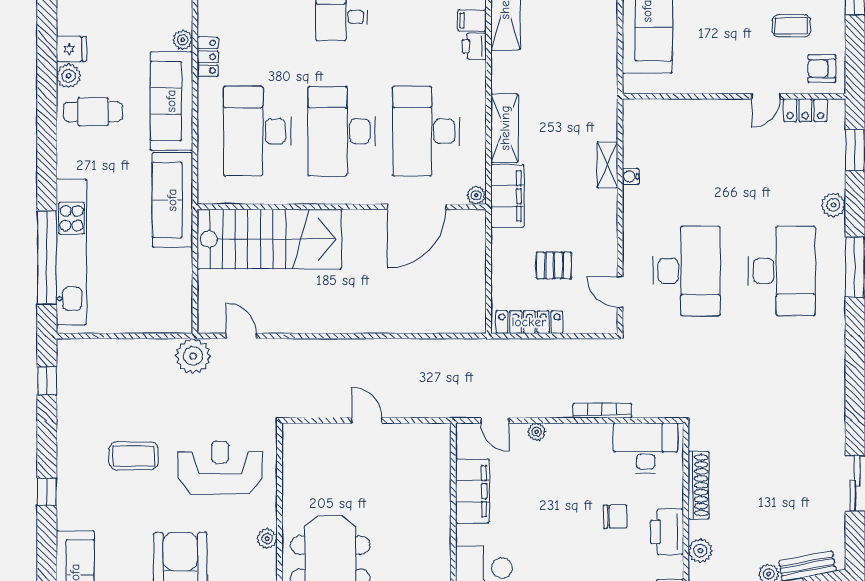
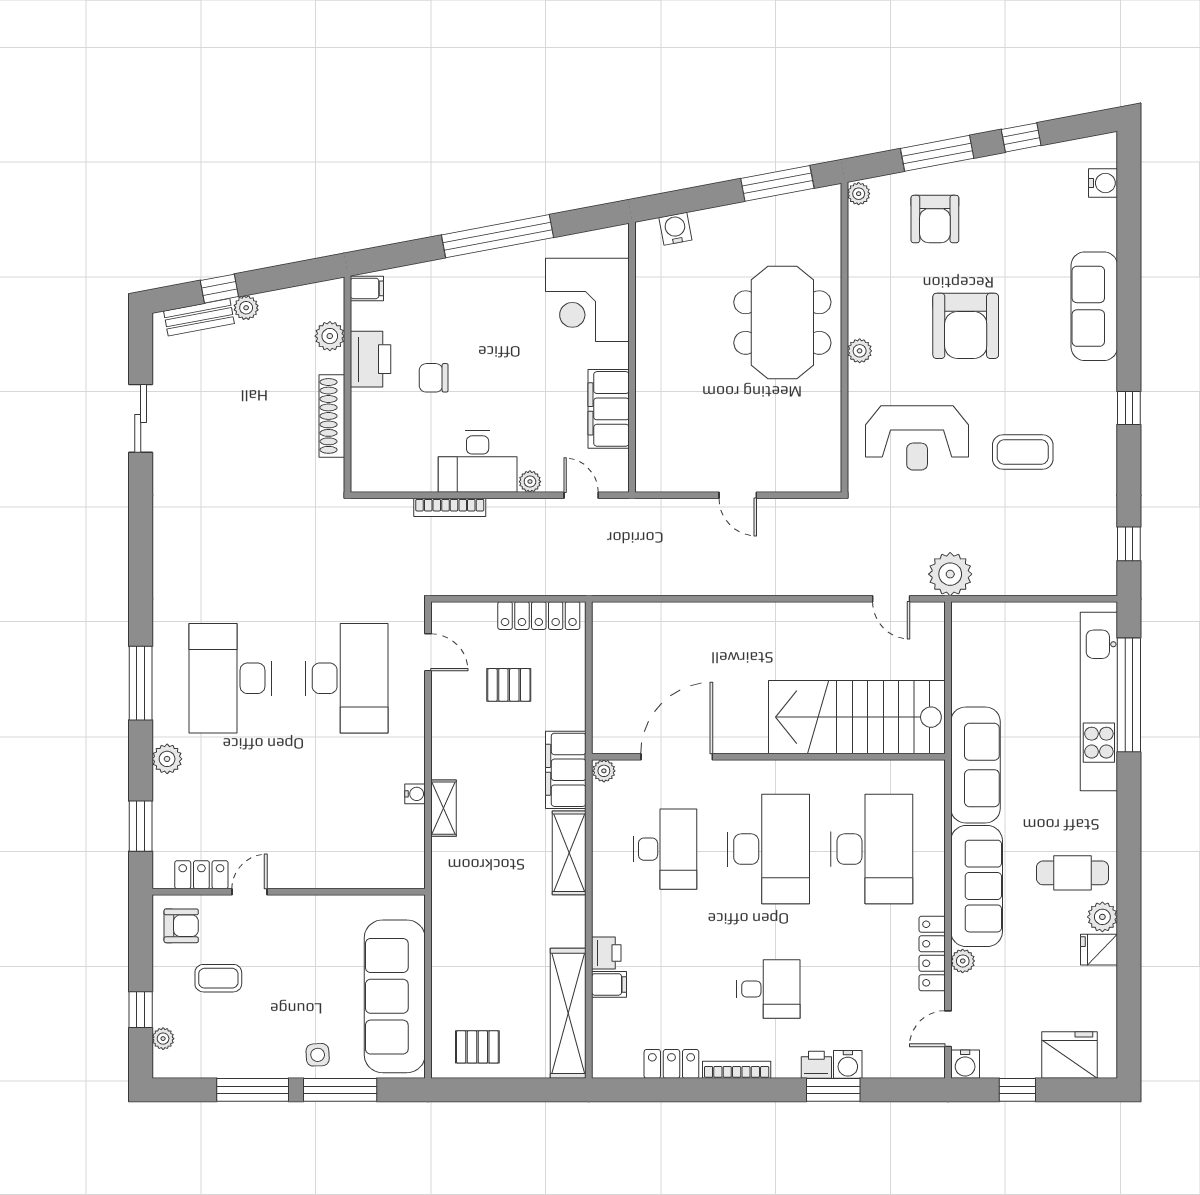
locker: (208, 57) -> (932, 954), width x1.53
desk: (426, 131) -> (665, 849), width x0.73, depth x0.77
desk: (686, 271) -> (347, 678), turned 180
desk: (646, 448) -> (478, 462), moved

